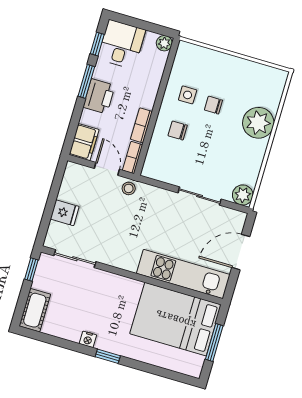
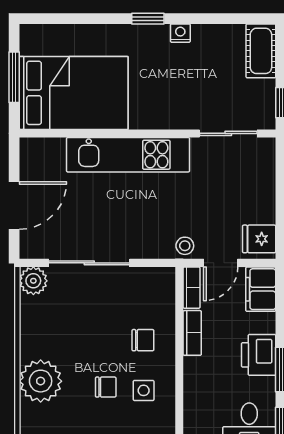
door: (107, 169) -> (221, 263), hinge flipped
sliding door: (200, 196) -> (89, 263), width x1.37
fridge: (65, 213) -> (259, 239), moved
kitchen unit: (183, 274) -> (128, 155), moved

